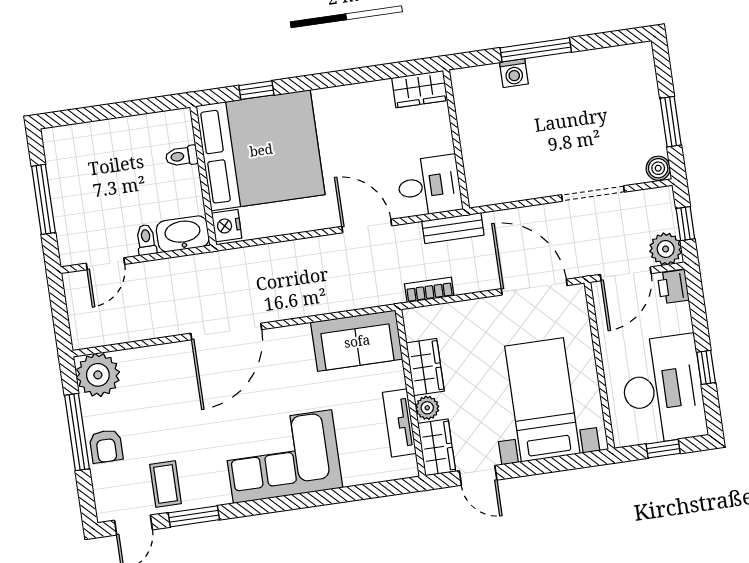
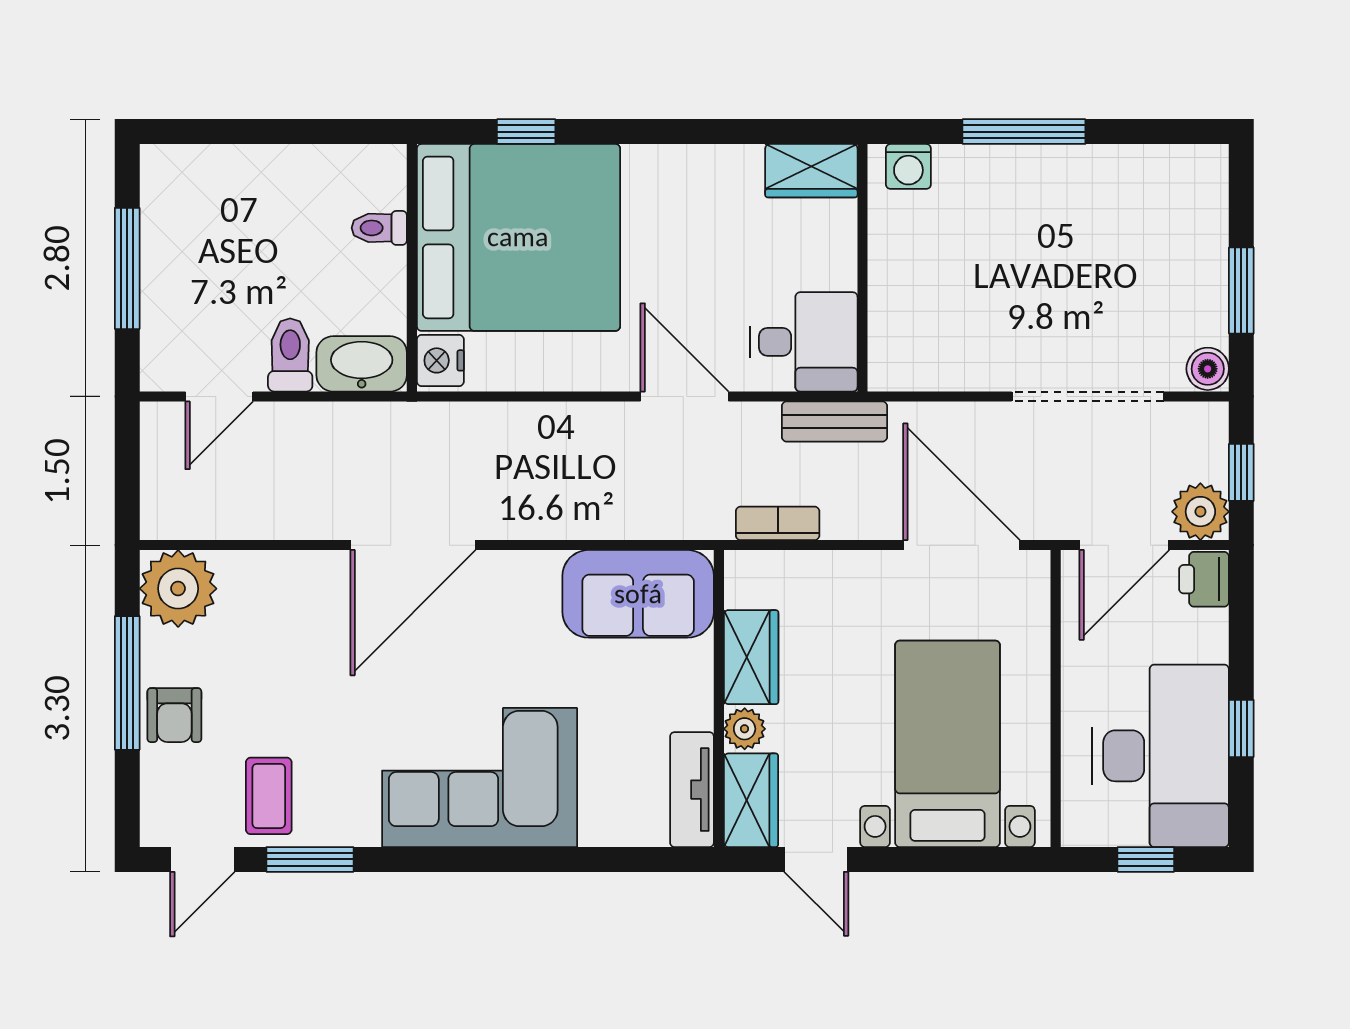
washing machine: (514, 73) -> (908, 166), moved
doorway: (593, 193) -> (1088, 396), width x1.36
toilet: (146, 240) -> (290, 355), width x1.37, depth x1.39
tv unit: (399, 423) -> (692, 790), moved

